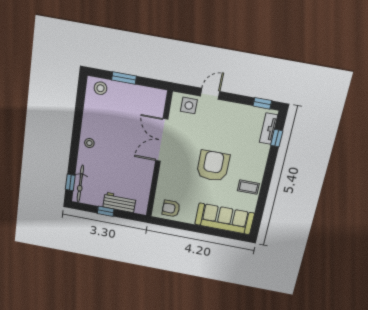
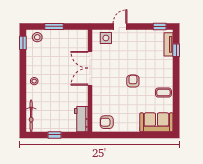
armchair: (213, 166) -> (133, 81), width x0.53, depth x0.53
window: (70, 182) -> (23, 43), moved
workbench: (119, 202) -> (81, 119), moved, turned -90
sofa: (225, 219) -> (156, 122), width x0.73

